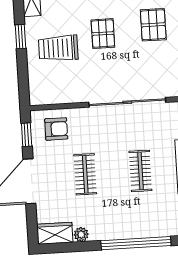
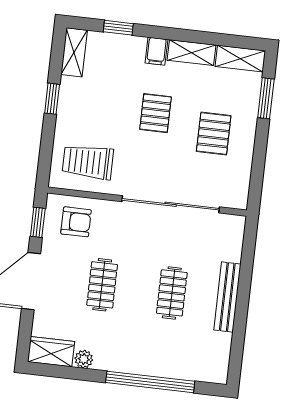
pallet: (153, 25) -> (214, 134), moved
trolley: (58, 48) -> (88, 162), moved

